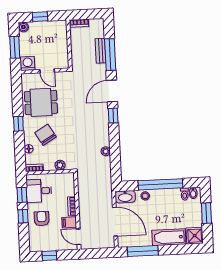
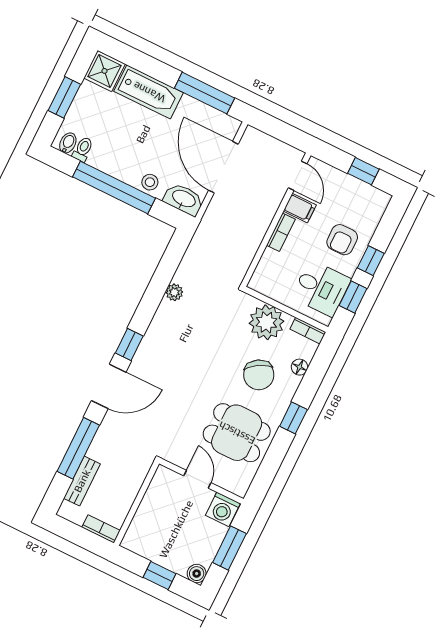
bench: (101, 51) -> (82, 481), moved
plant: (60, 165) -> (266, 322), width x1.88, depth x1.88

